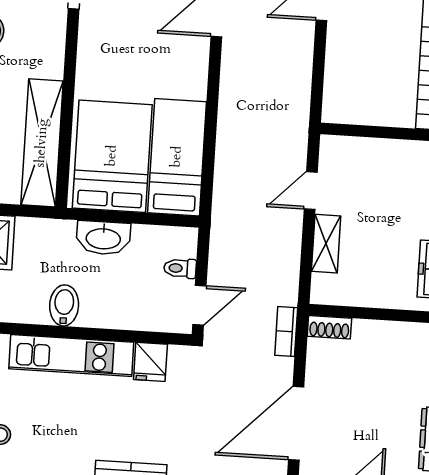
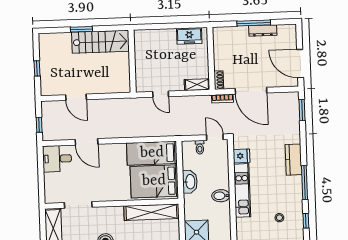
shelving: (326, 244) -> (197, 85), moved
door: (296, 423) -> (251, 91), moved

